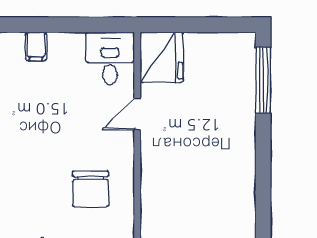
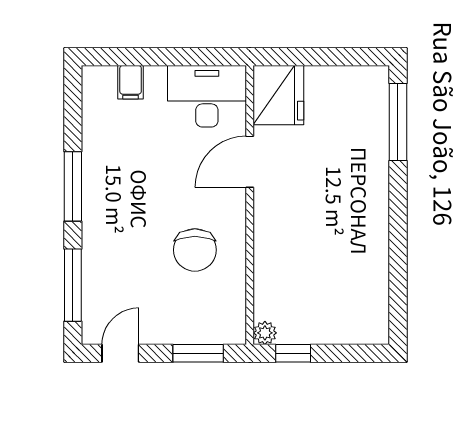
desk: (110, 58) -> (207, 96), width x1.37
door: (137, 114) -> (250, 162), width x1.38

